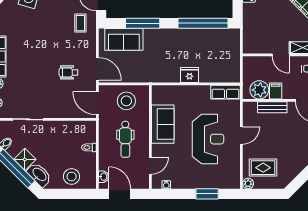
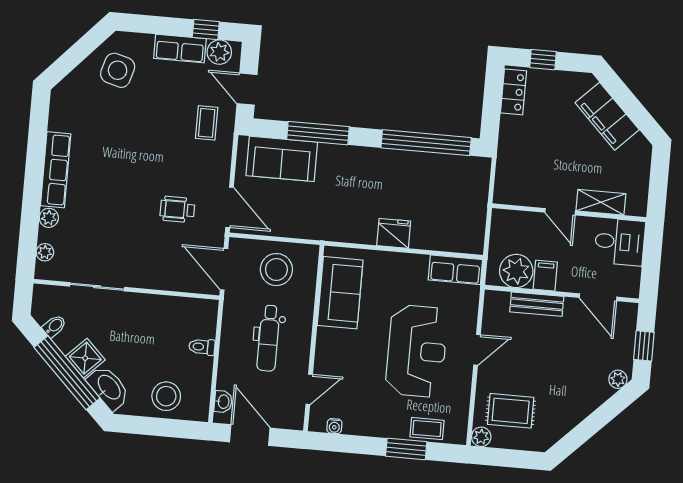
sofa: (163, 124) -> (340, 293), moved
coffee table: (218, 182) -> (427, 429), added

